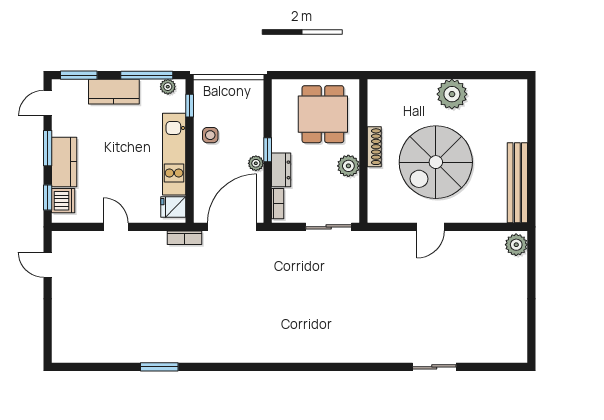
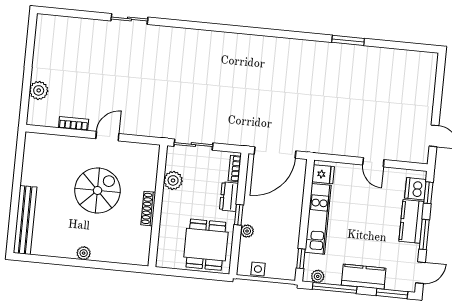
plant: (452, 94) -> (84, 253), width x0.53, depth x0.53
dining table: (323, 114) -> (206, 245), moved
side table: (210, 135) -> (258, 269), moved
spiral stairs: (436, 162) -> (98, 190), width x0.73, depth x0.73
plant: (256, 163) -> (247, 231), moved
plant: (348, 166) -> (173, 180), moved
bench: (517, 183) -> (25, 220), moved
bookcase: (185, 238) -> (74, 124), moved
plant: (516, 245) -> (39, 90), moved
sliding door: (434, 367) -> (129, 19), moved

